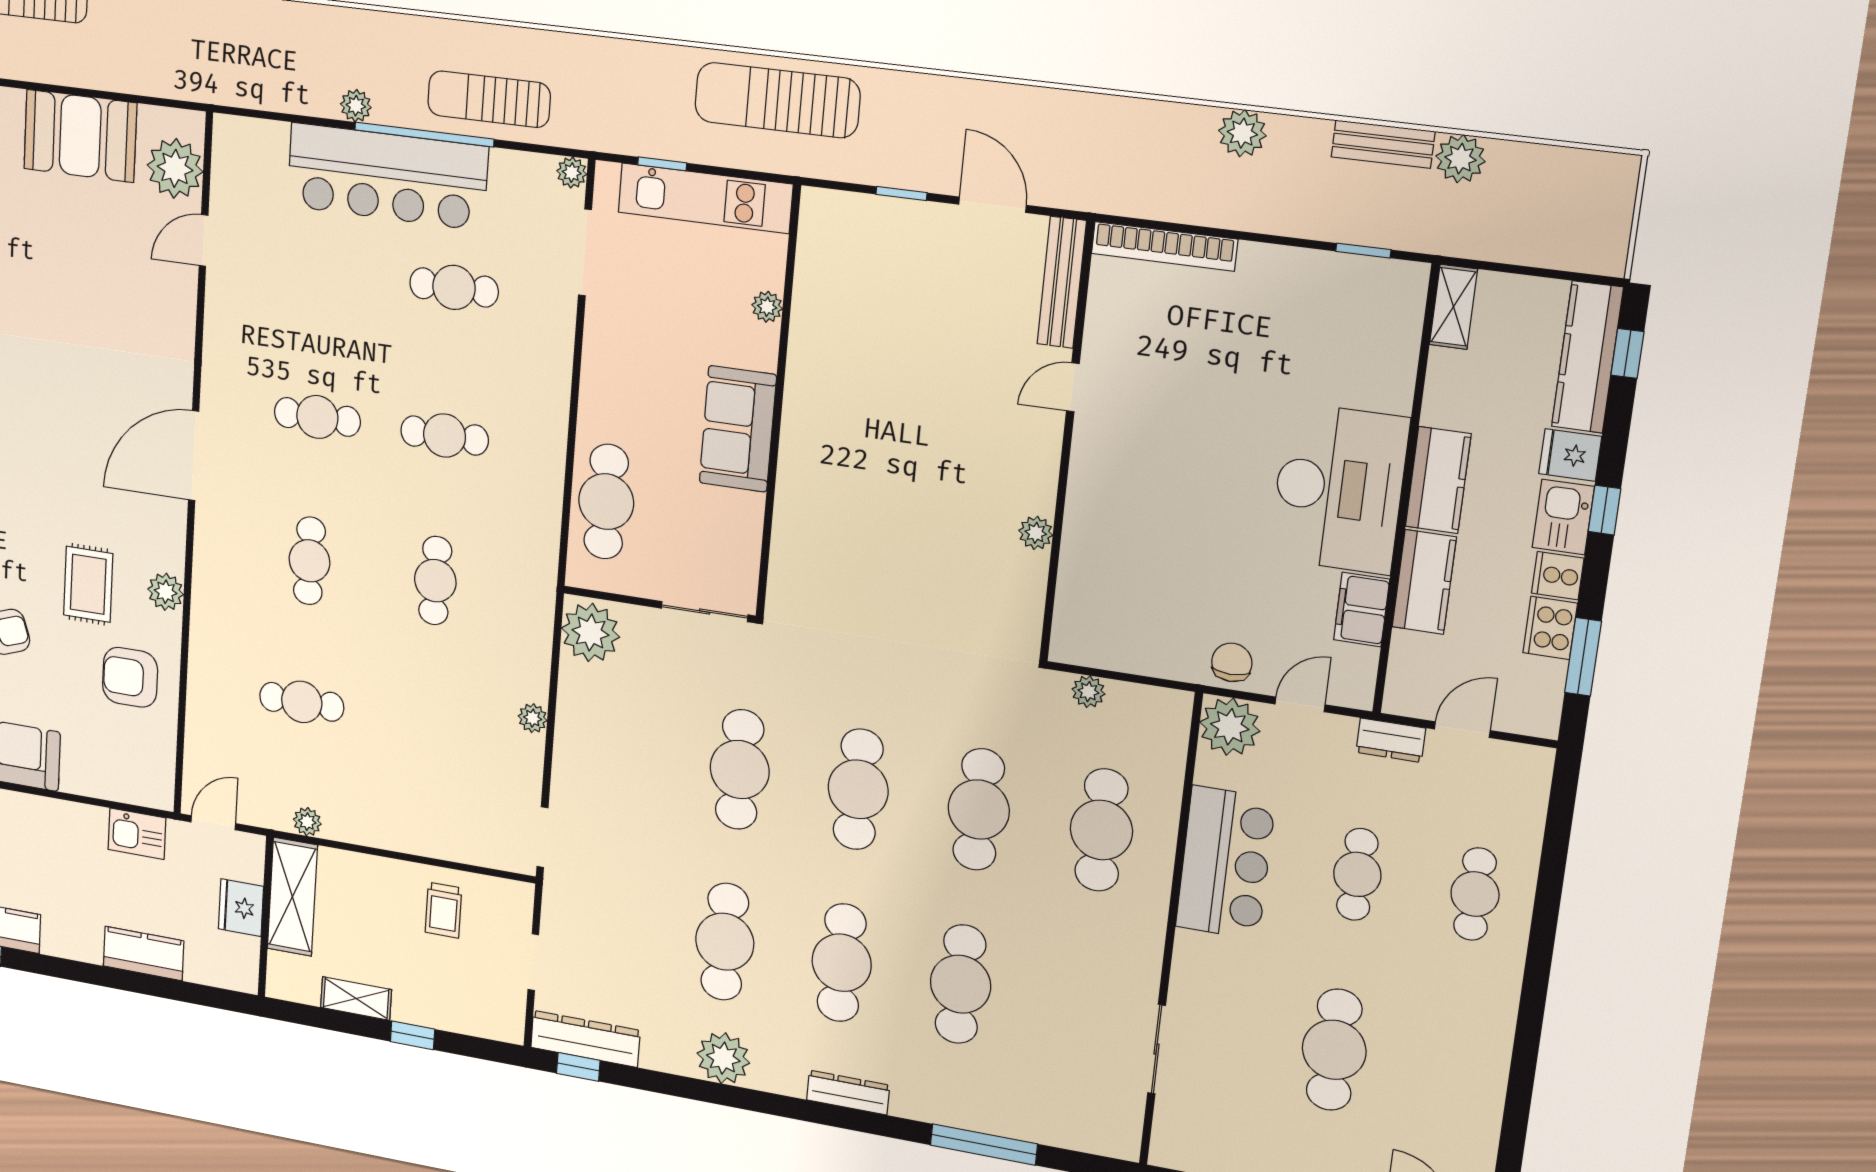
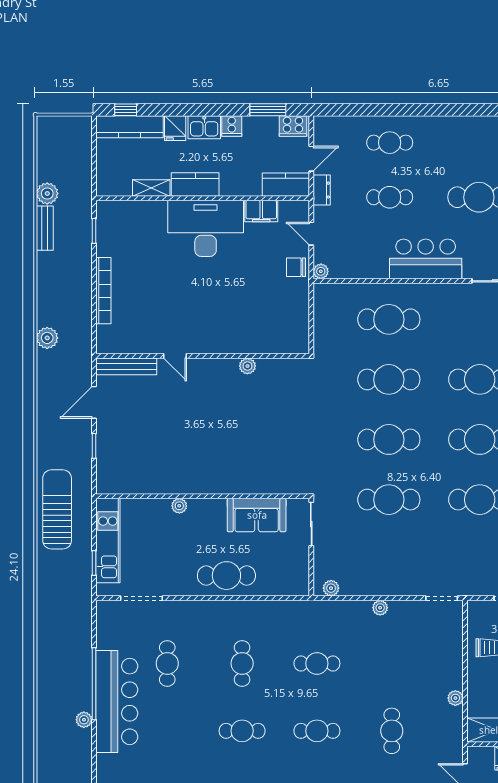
sun lounger: (489, 99) -> (73, 652), removed
sun lounger: (777, 100) -> (57, 509), turned 180
plant: (1242, 133) -> (47, 338), moved
plant: (572, 173) -> (103, 608), removed
bookcase: (1164, 246) -> (103, 291), moved
plant: (767, 307) -> (179, 506), moved
shelving: (1454, 307) -> (151, 188), moved
cafe table: (317, 417) -> (242, 731), turned 90
sofa: (738, 429) -> (257, 515), moved
cafe table: (606, 502) -> (226, 576), moved
window: (1604, 510) -> (198, 110), removed
kitchen counter: (1424, 582) -> (286, 185), moved
cooker: (1550, 628) -> (293, 126), moved
plant: (591, 633) -> (331, 588), width x0.53, depth x0.53
plant: (1088, 692) -> (321, 333), removed
plant: (1230, 727) -> (321, 271), width x0.53, depth x0.53
door: (1462, 730) -> (311, 159), swing flipped
plant: (307, 822) -> (455, 698), moved
bar counter: (1225, 863) -> (426, 259), moved

